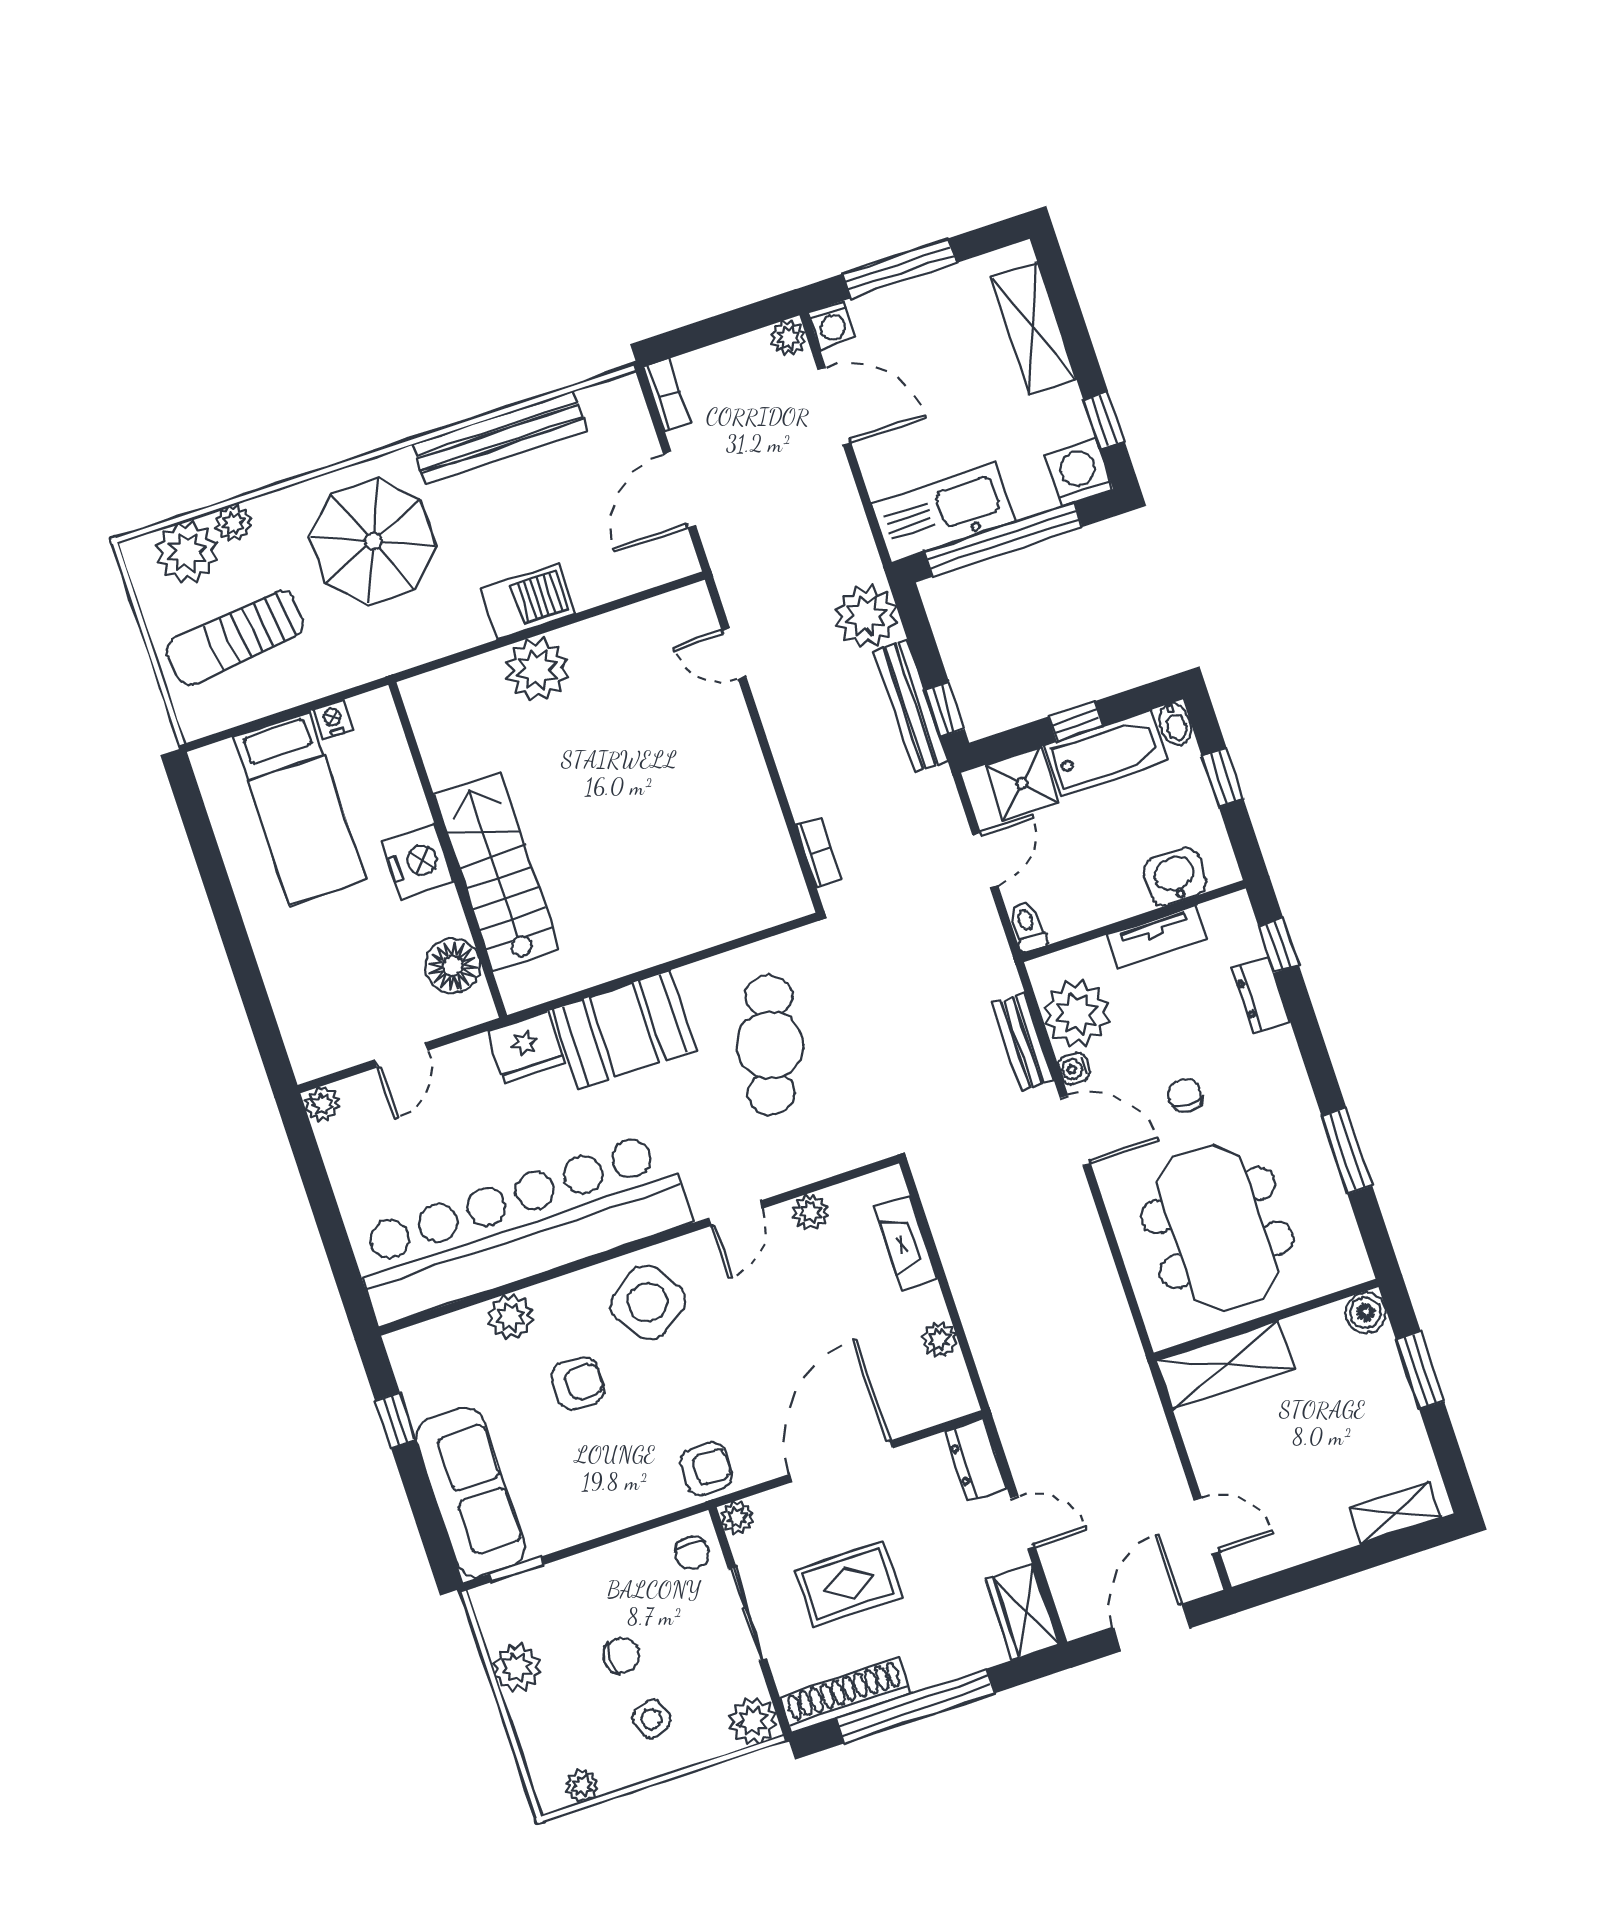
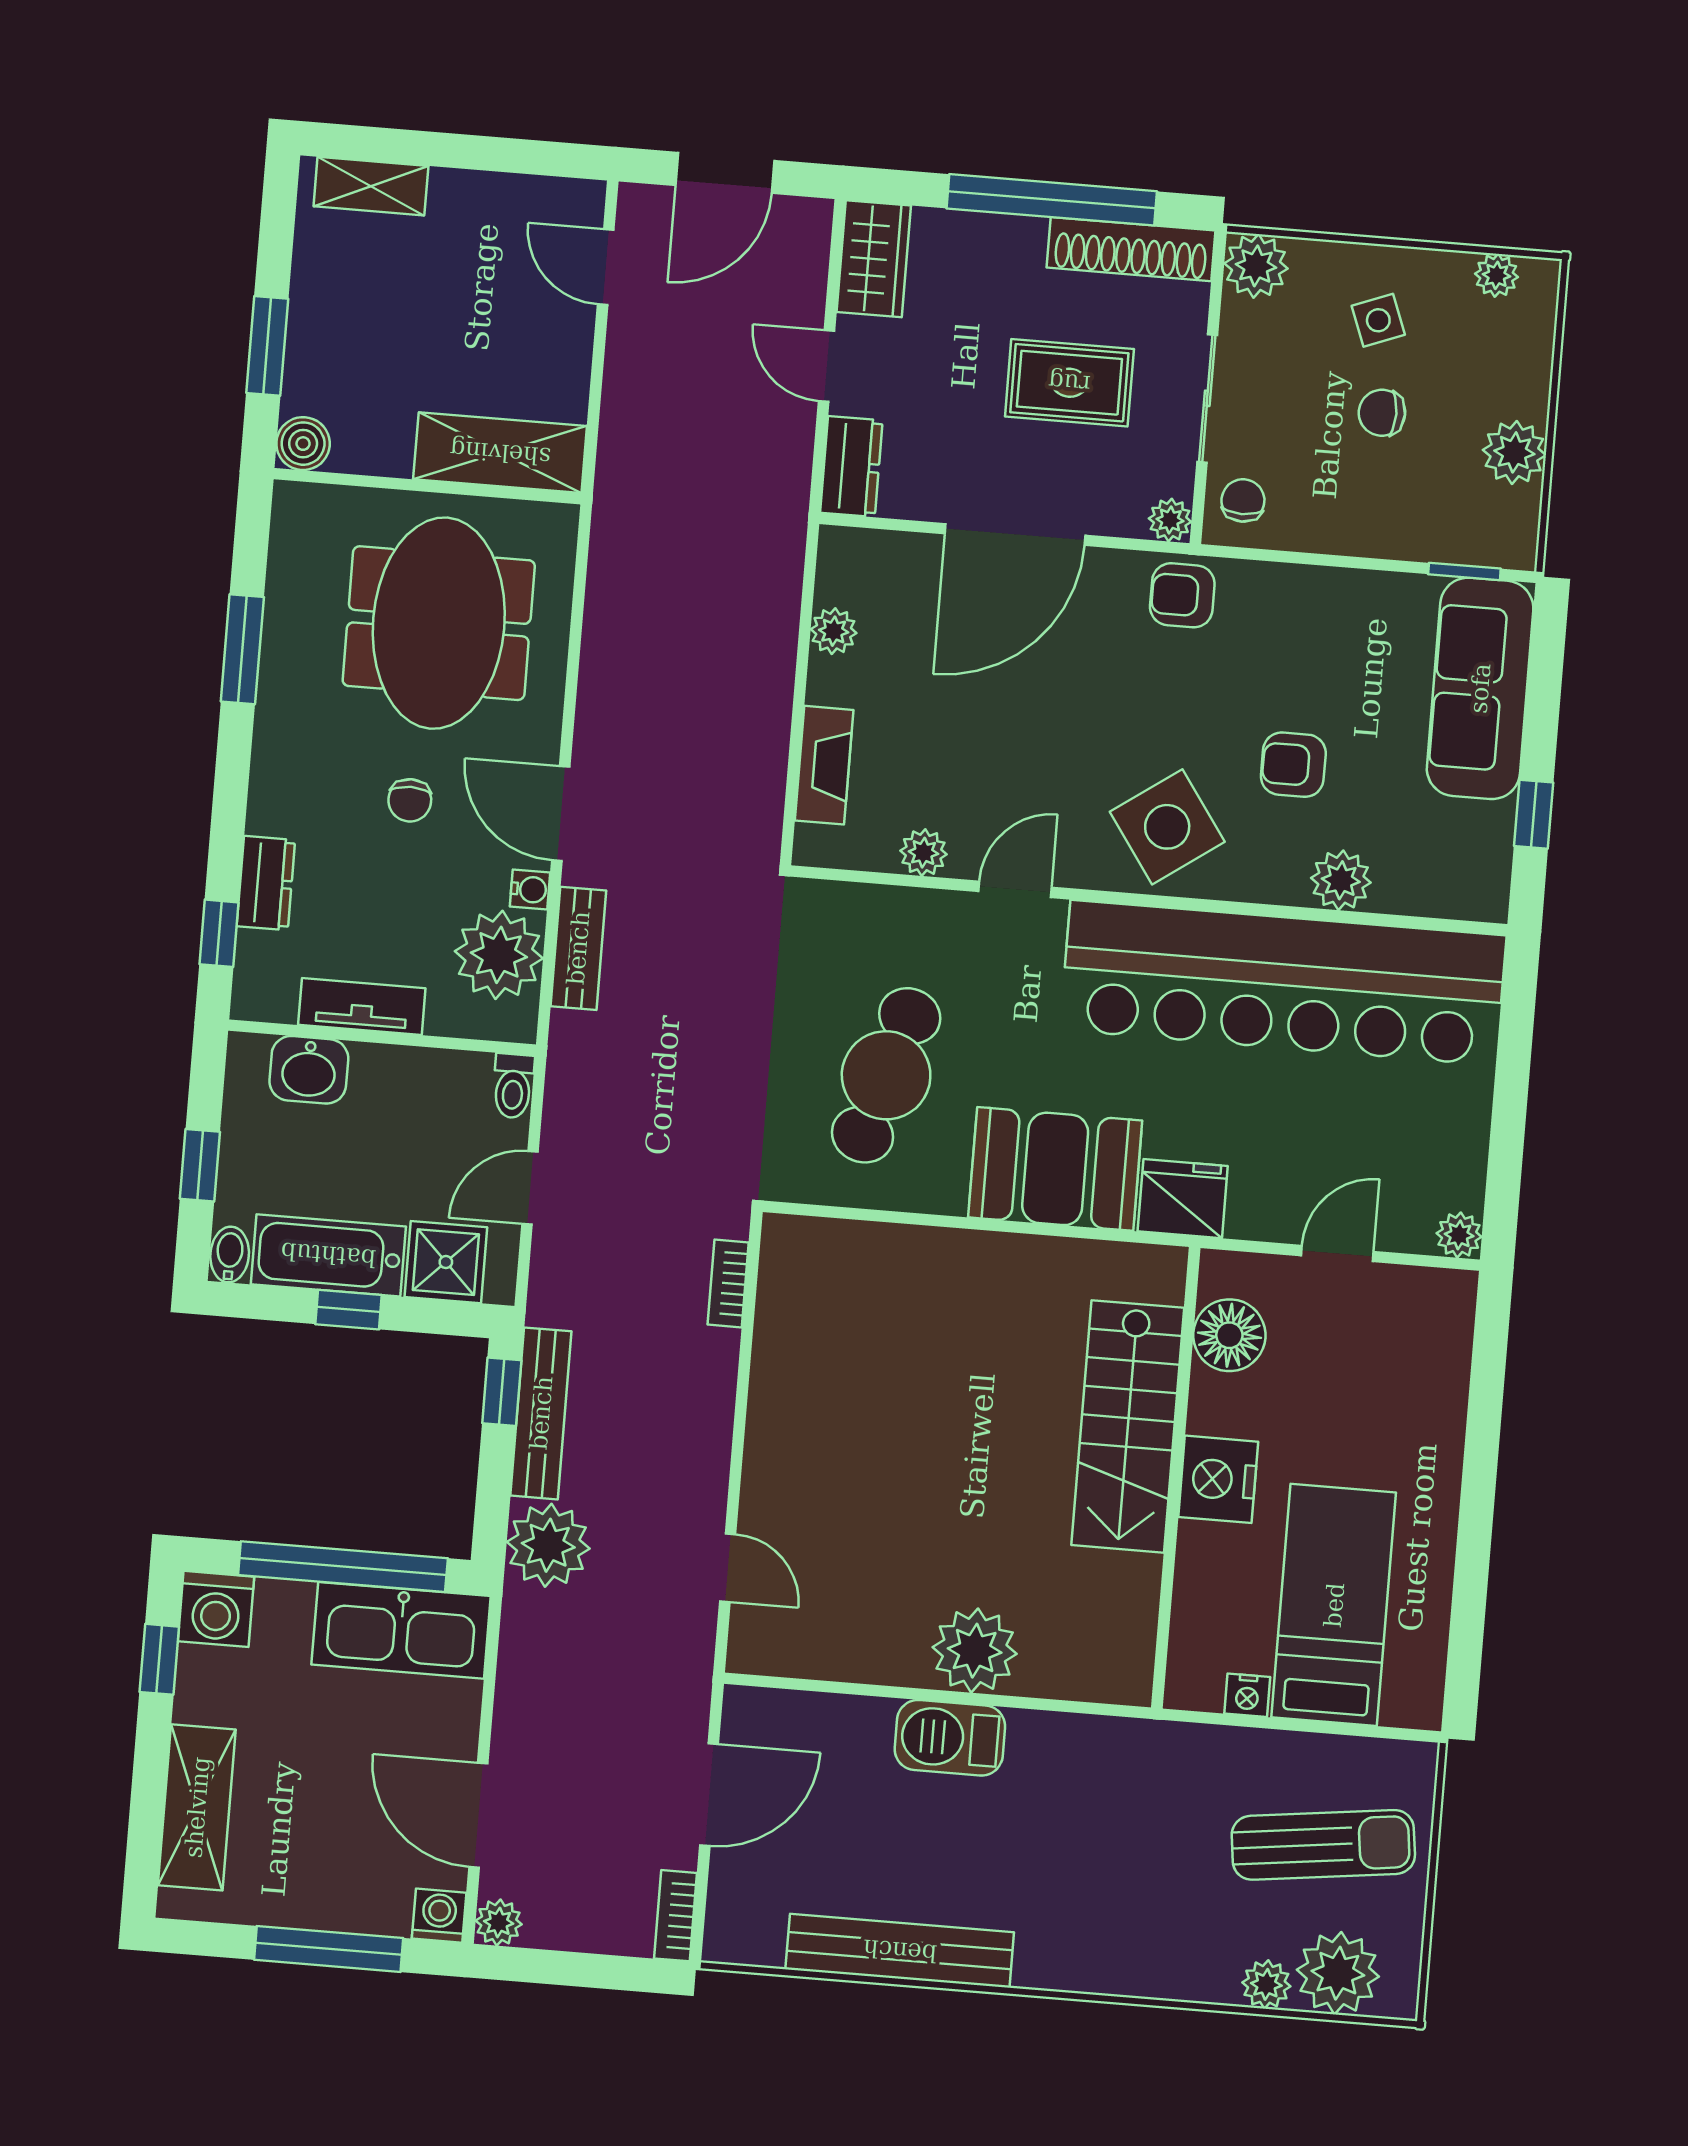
parasol: (373, 541) -> (1107, 1890), removed

